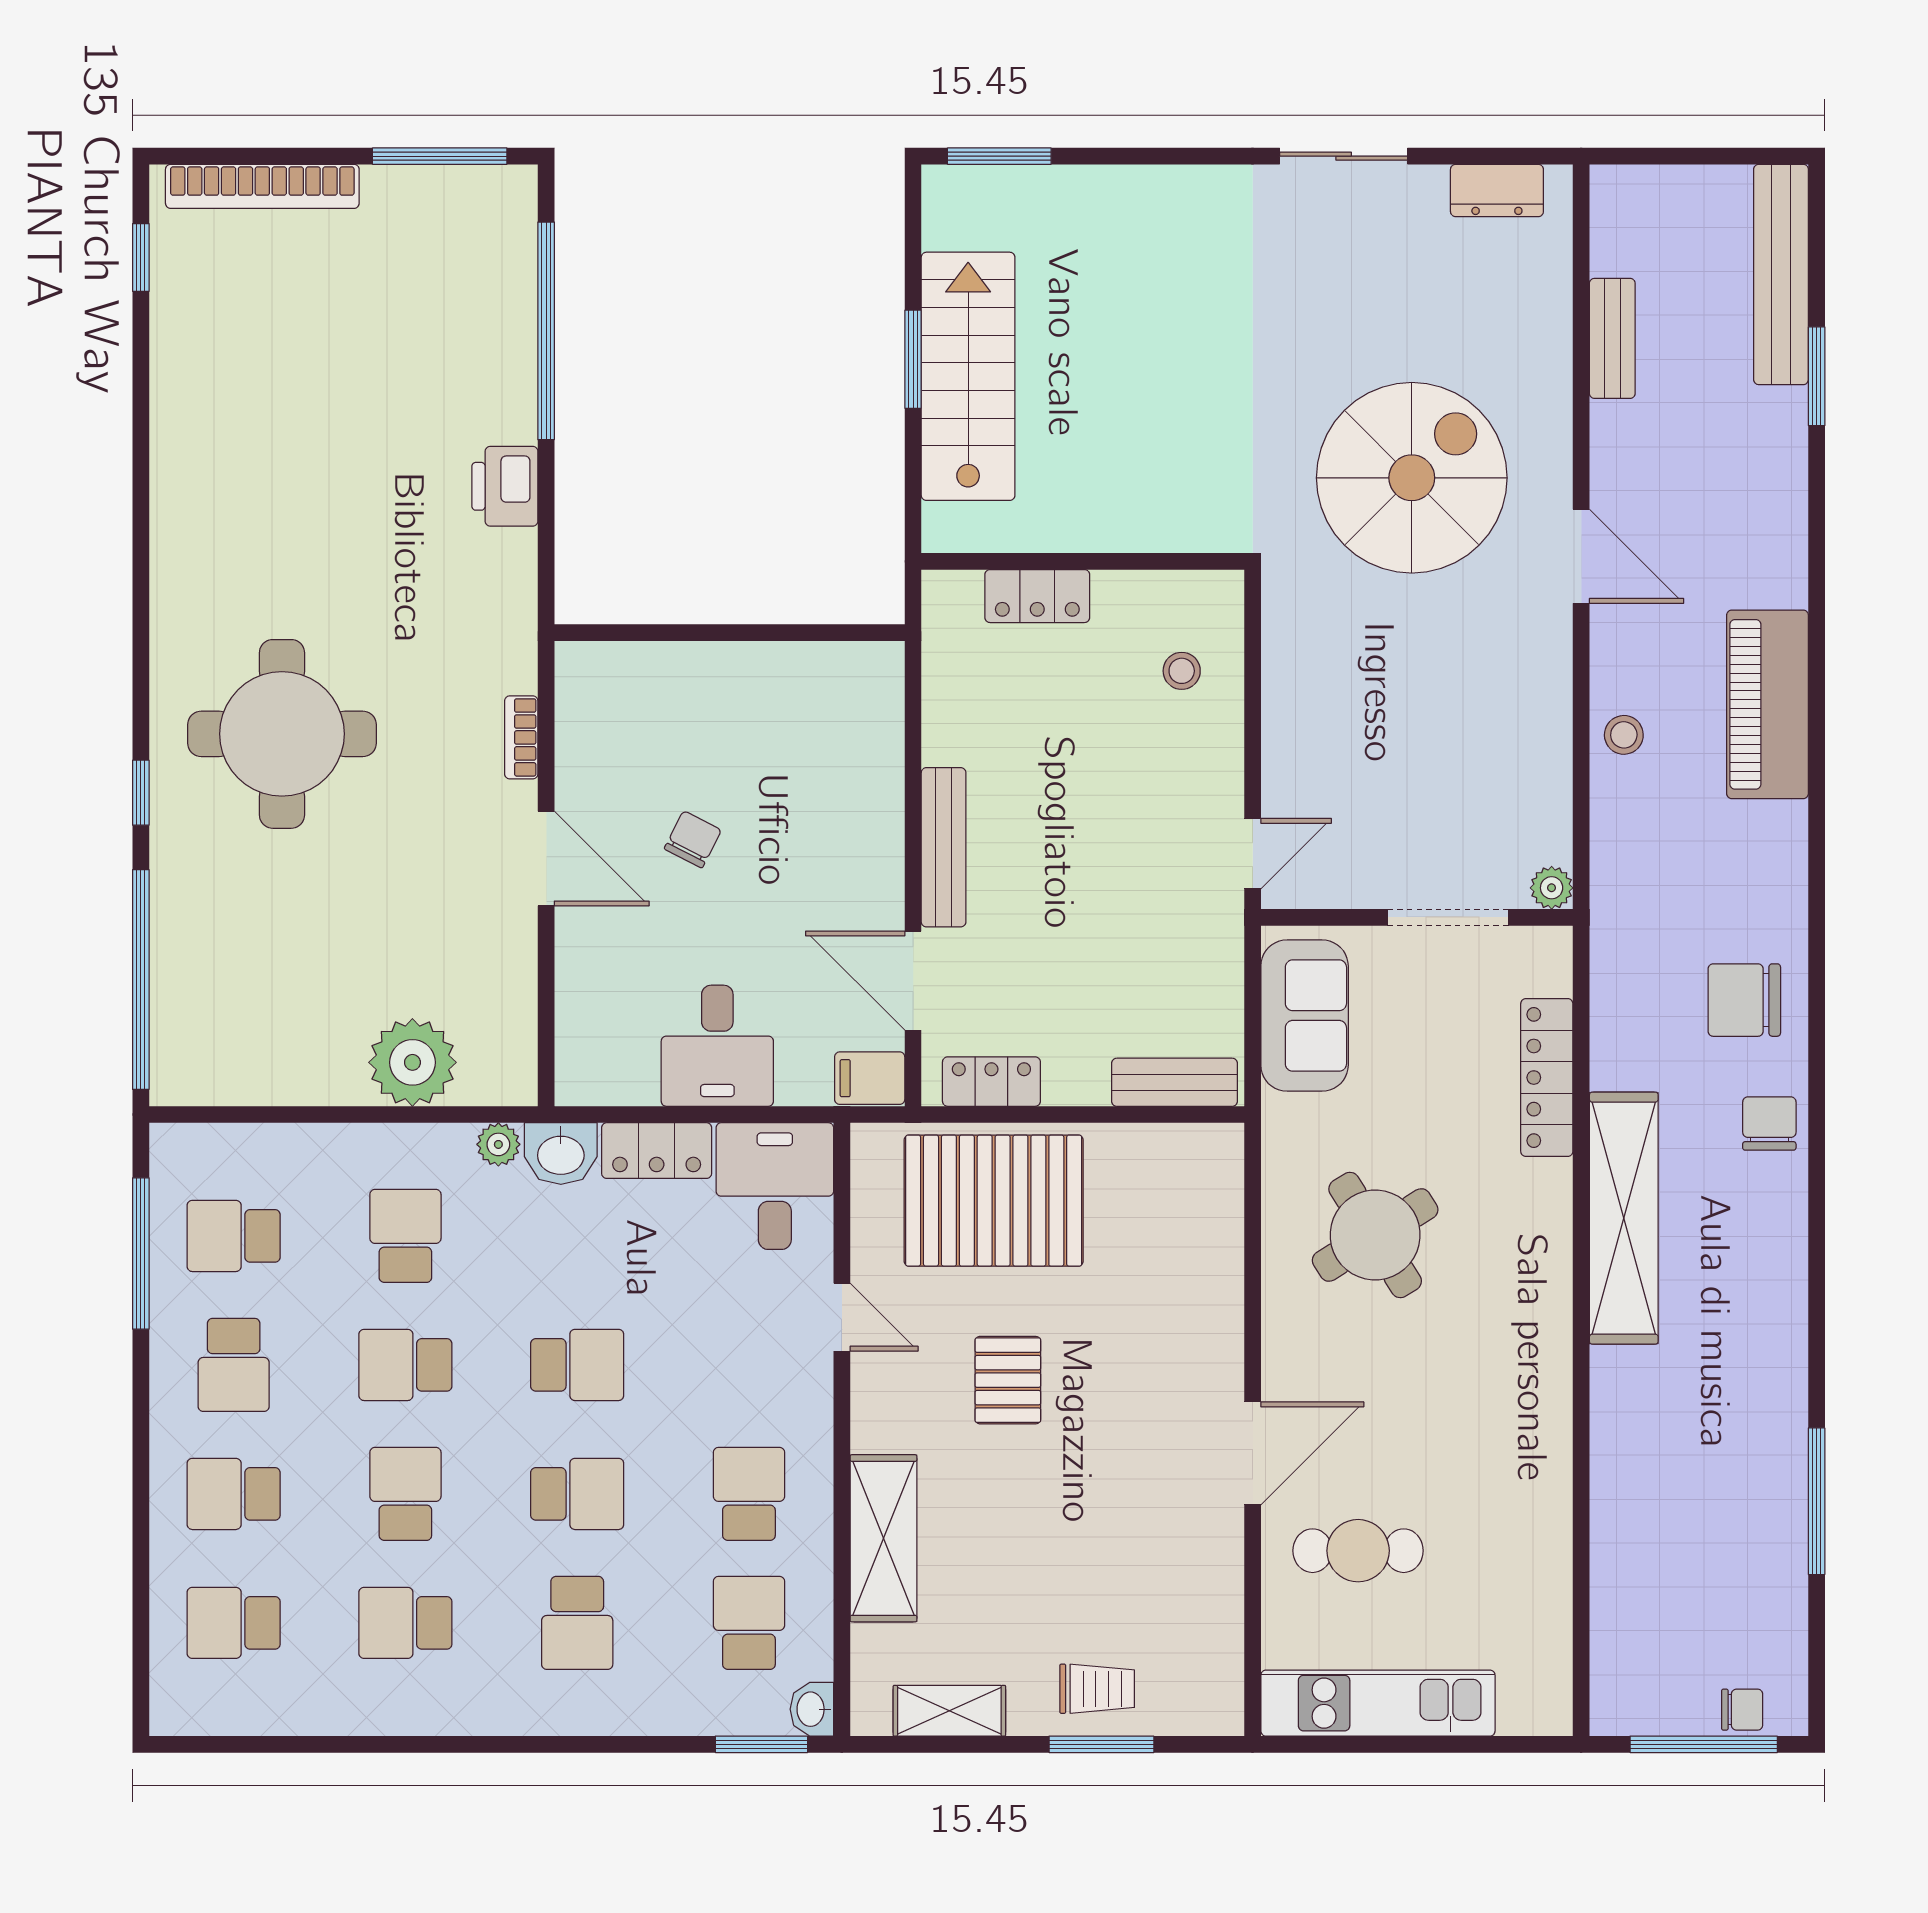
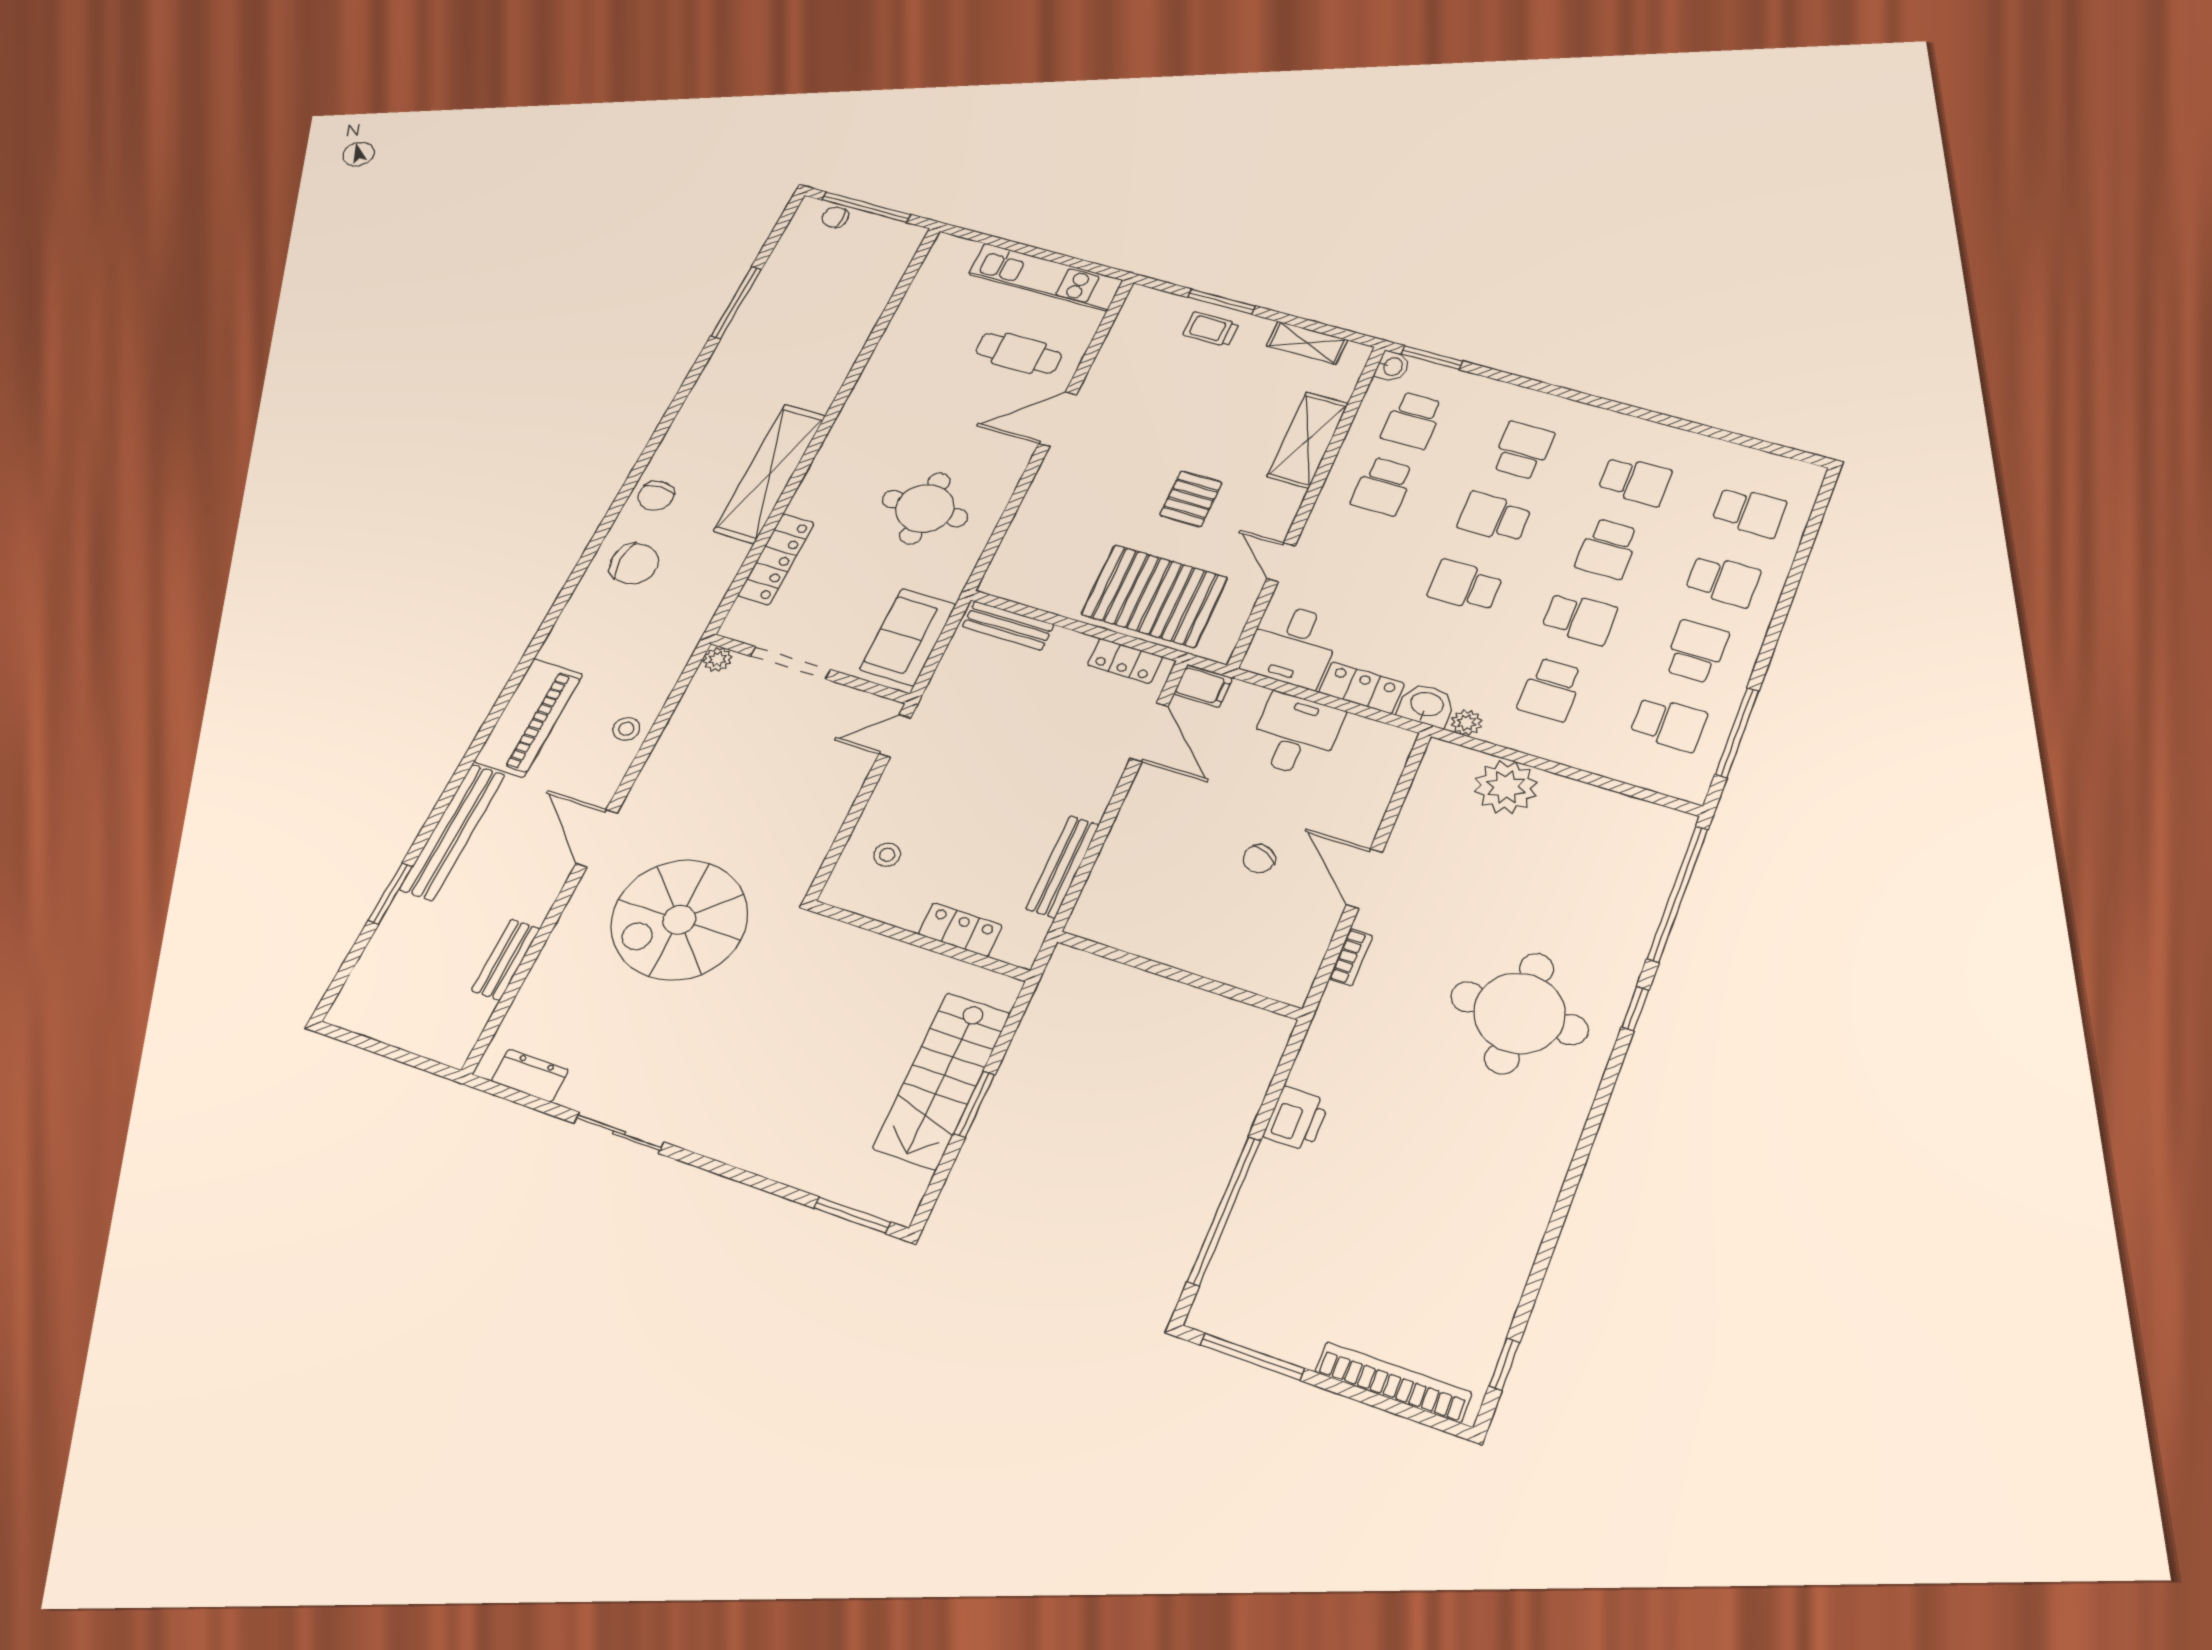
bench: (1781, 274) -> (453, 832), moved
bench: (944, 847) -> (1063, 867), moved
round table: (1375, 1235) -> (925, 508), turned 32

